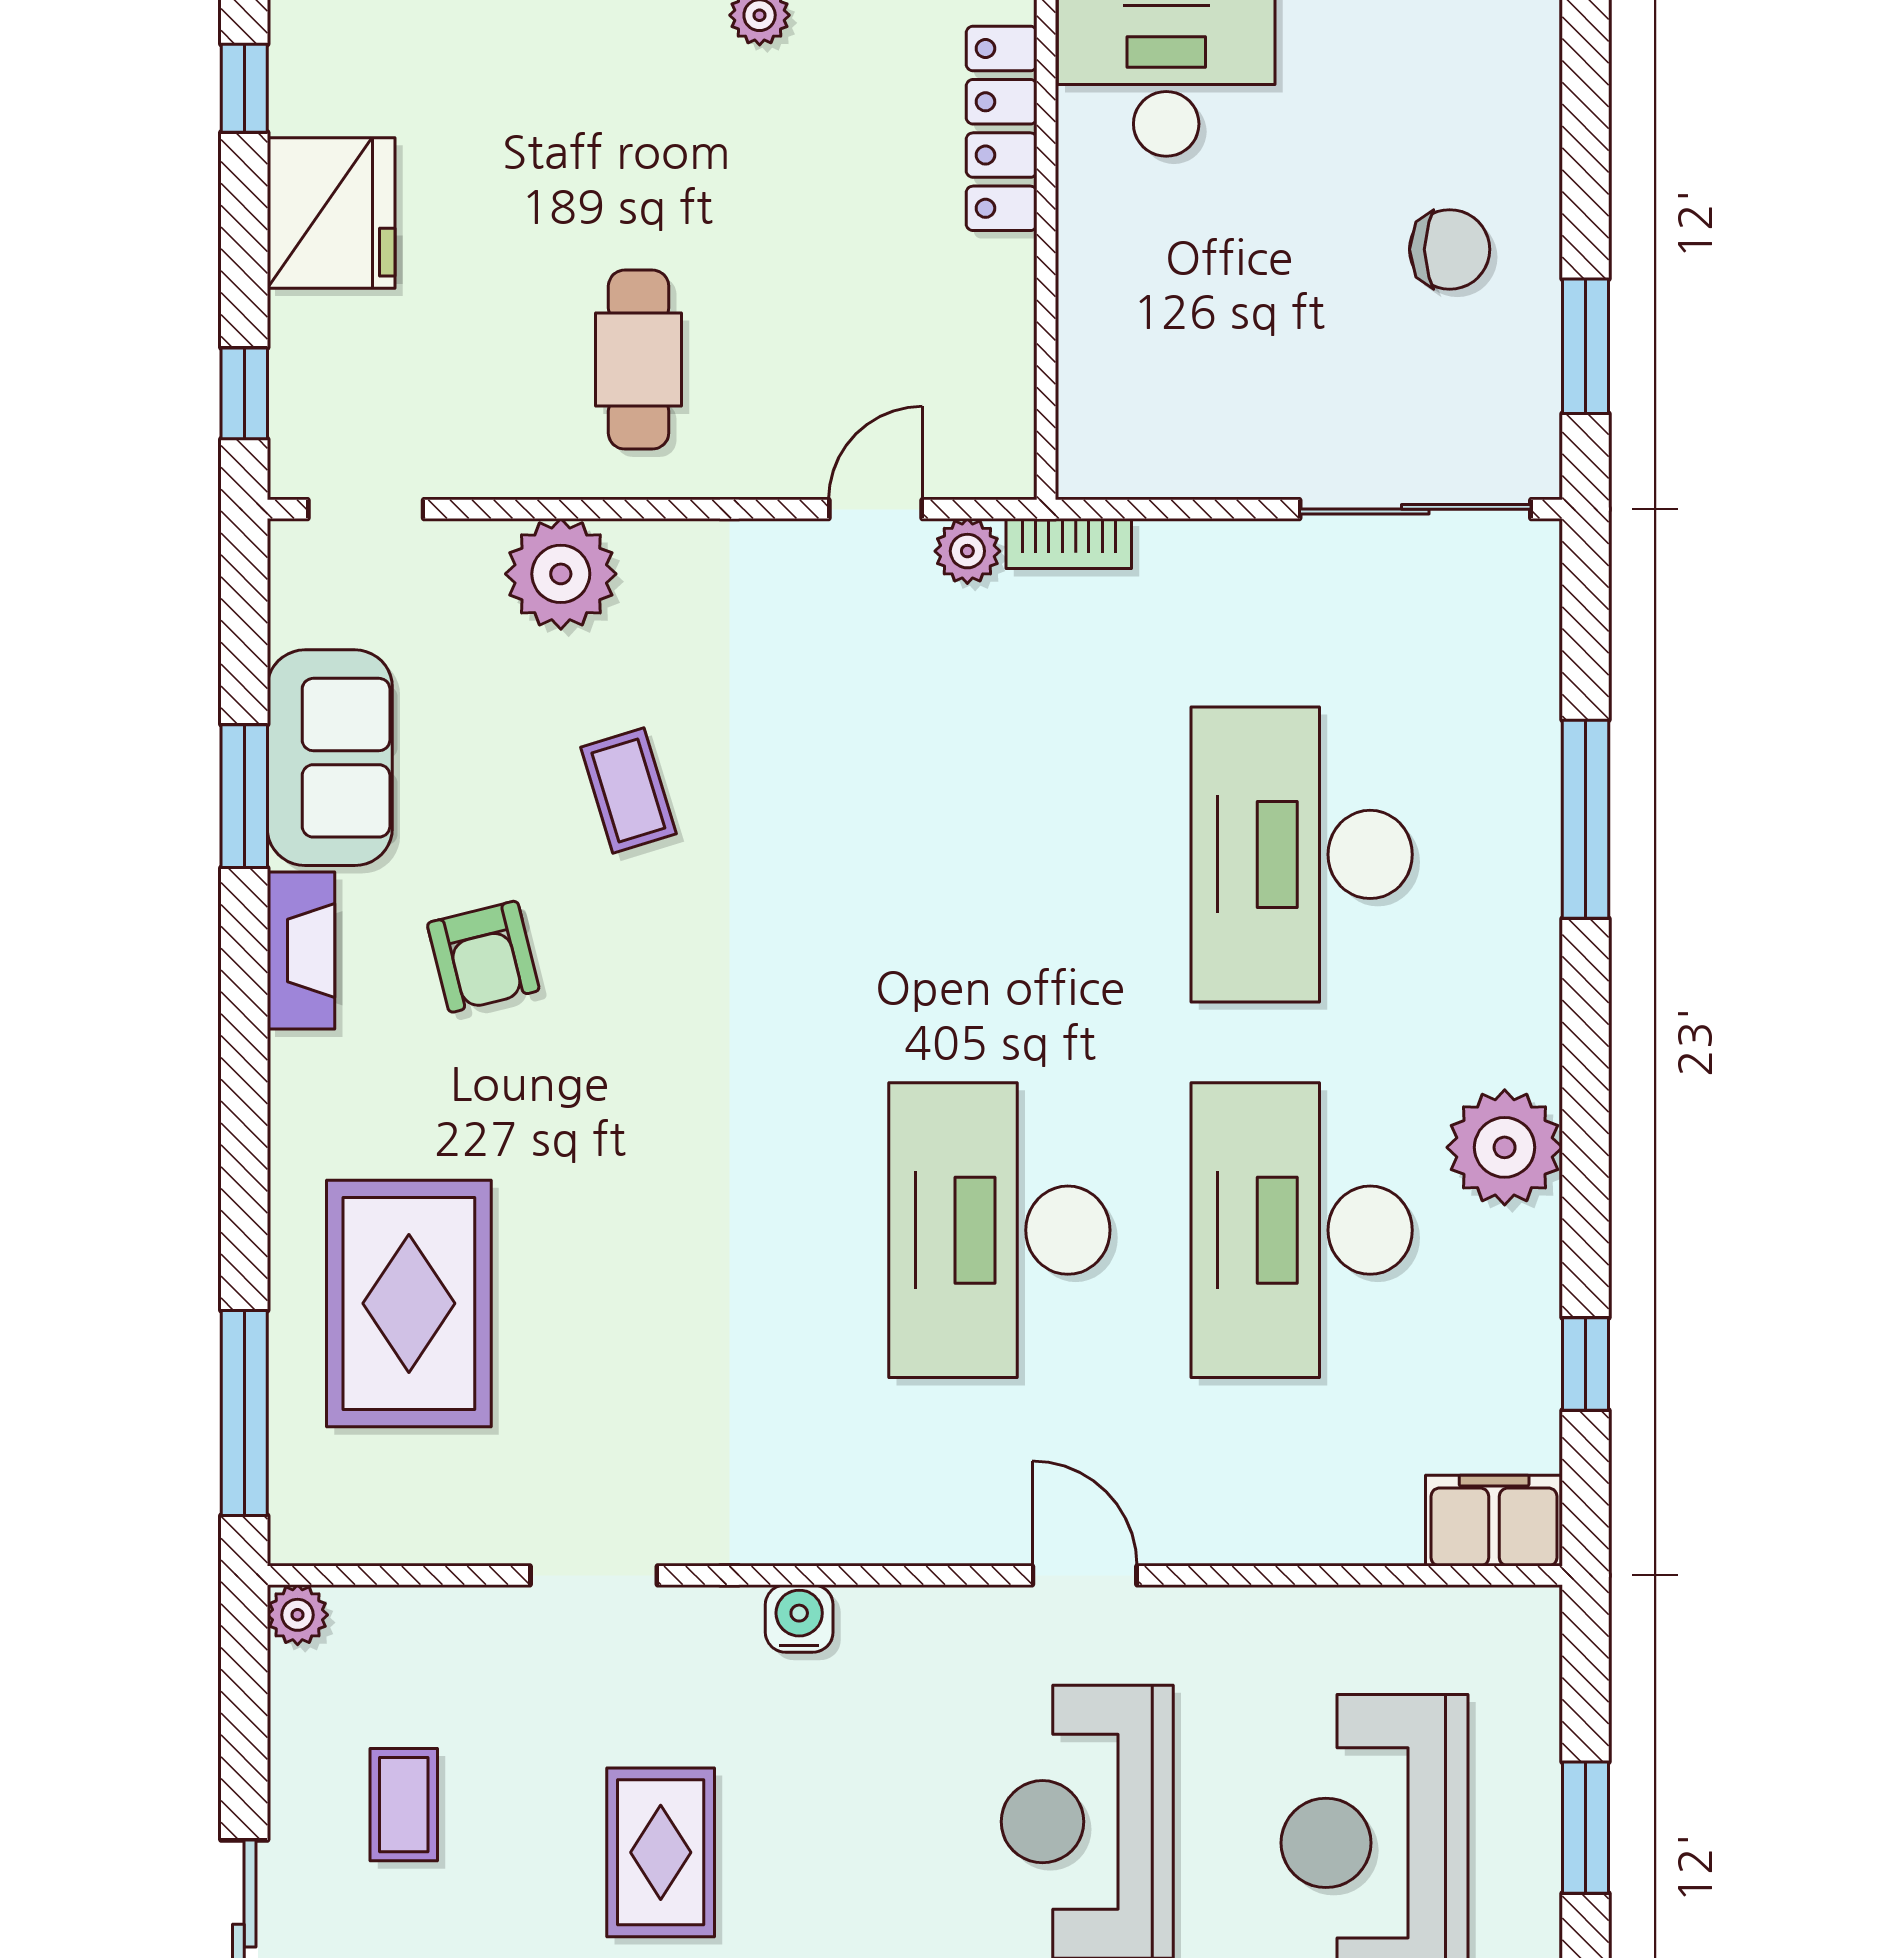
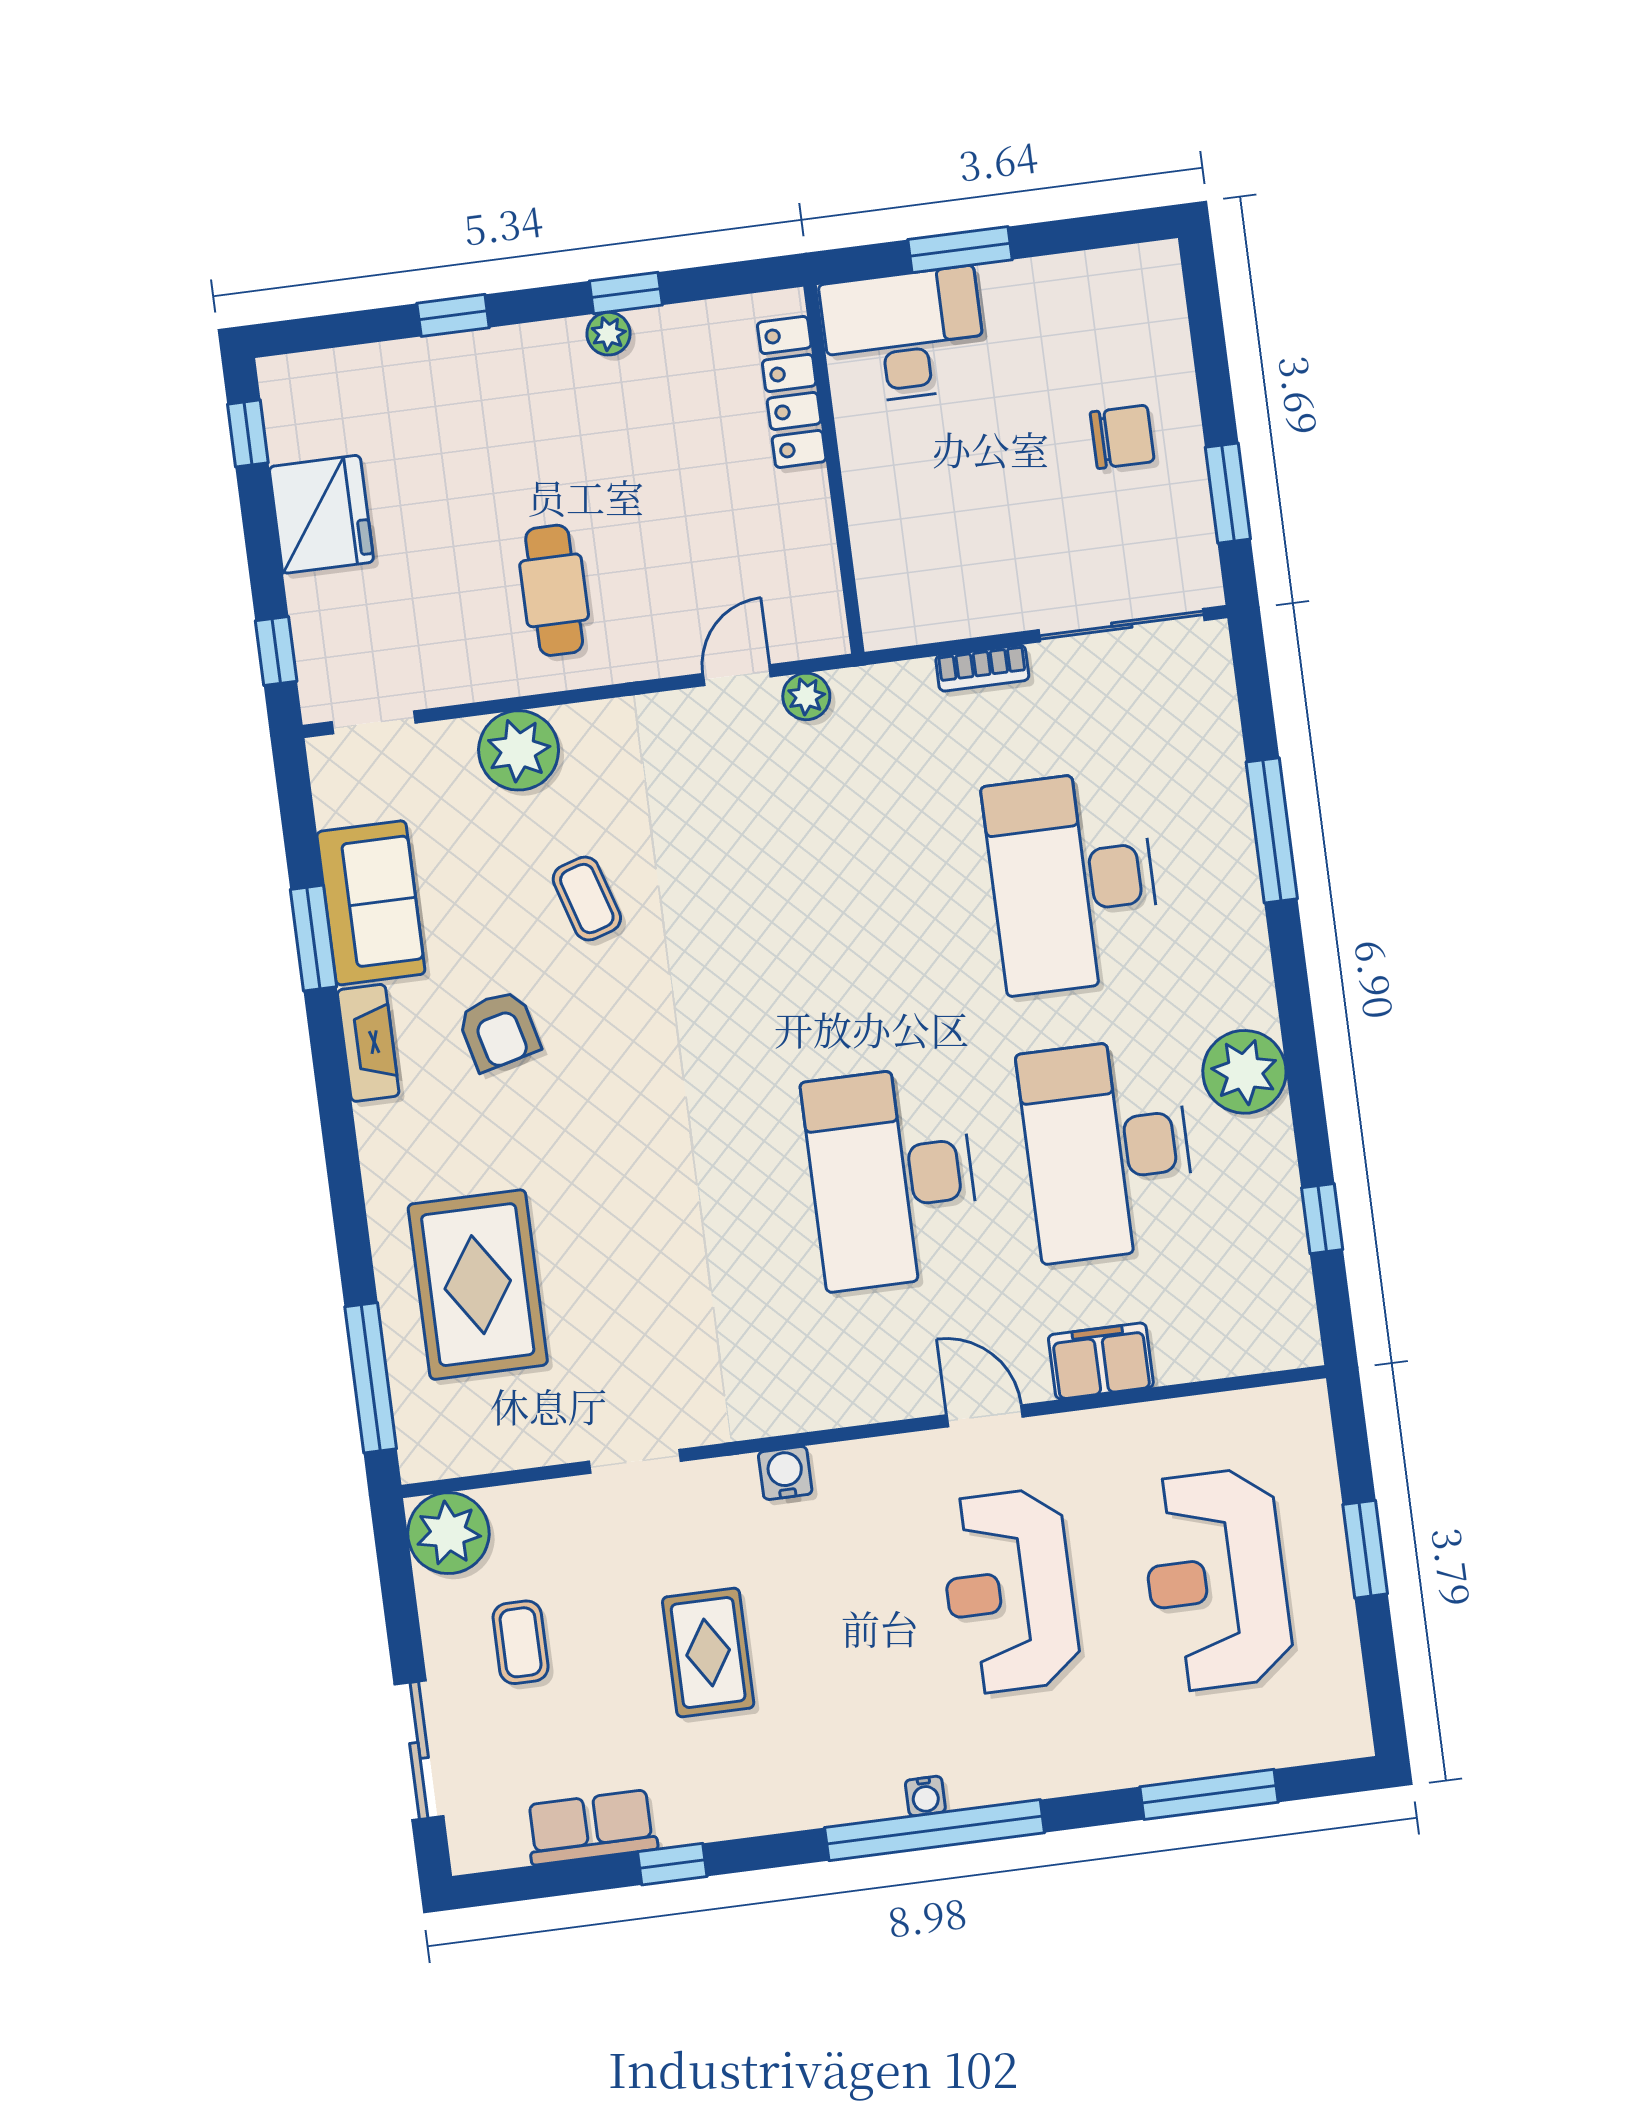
bookcase: (1069, 544) -> (982, 668), moved
filing cabinet: (1494, 1521) -> (1101, 1361), moved
plant: (298, 1615) -> (448, 1533), width x1.88, depth x1.88

